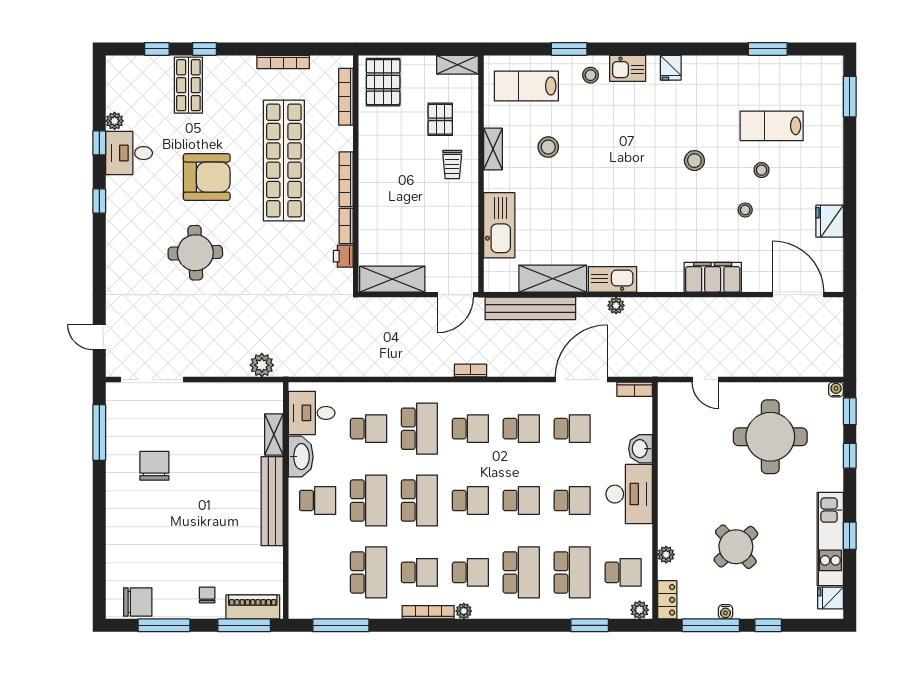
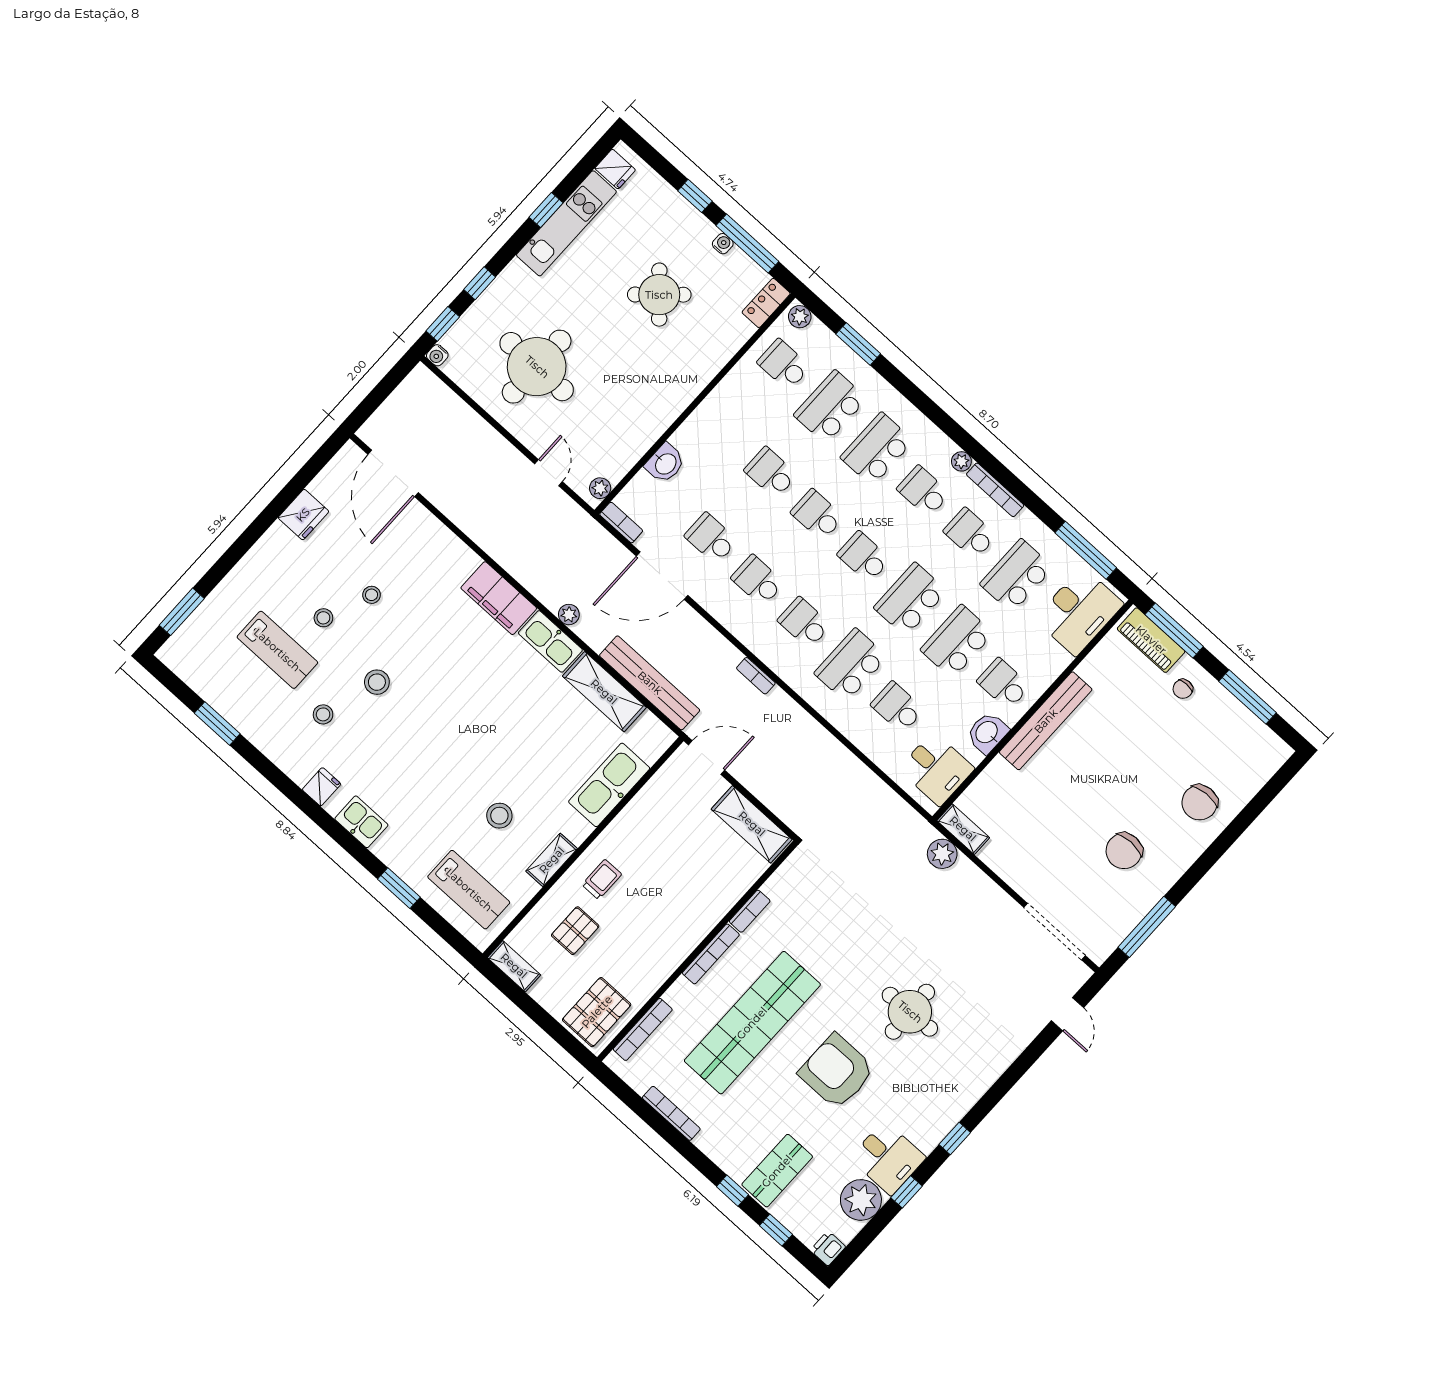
stool: (591, 75) -> (323, 714), moved
plant: (115, 121) -> (861, 1200), width x1.88, depth x1.88
printer: (343, 256) -> (828, 1248), moved, turned 180
filing cabinet: (713, 277) -> (499, 598), moved
shelving: (274, 434) -> (963, 829), moved, turned 90
washbasin: (301, 457) -> (987, 733), width x0.72
desk: (629, 494) -> (1079, 612), moved, turned 180
plant: (666, 555) -> (600, 488), moved
chair: (138, 602) -> (1200, 802), moved, turned -93

